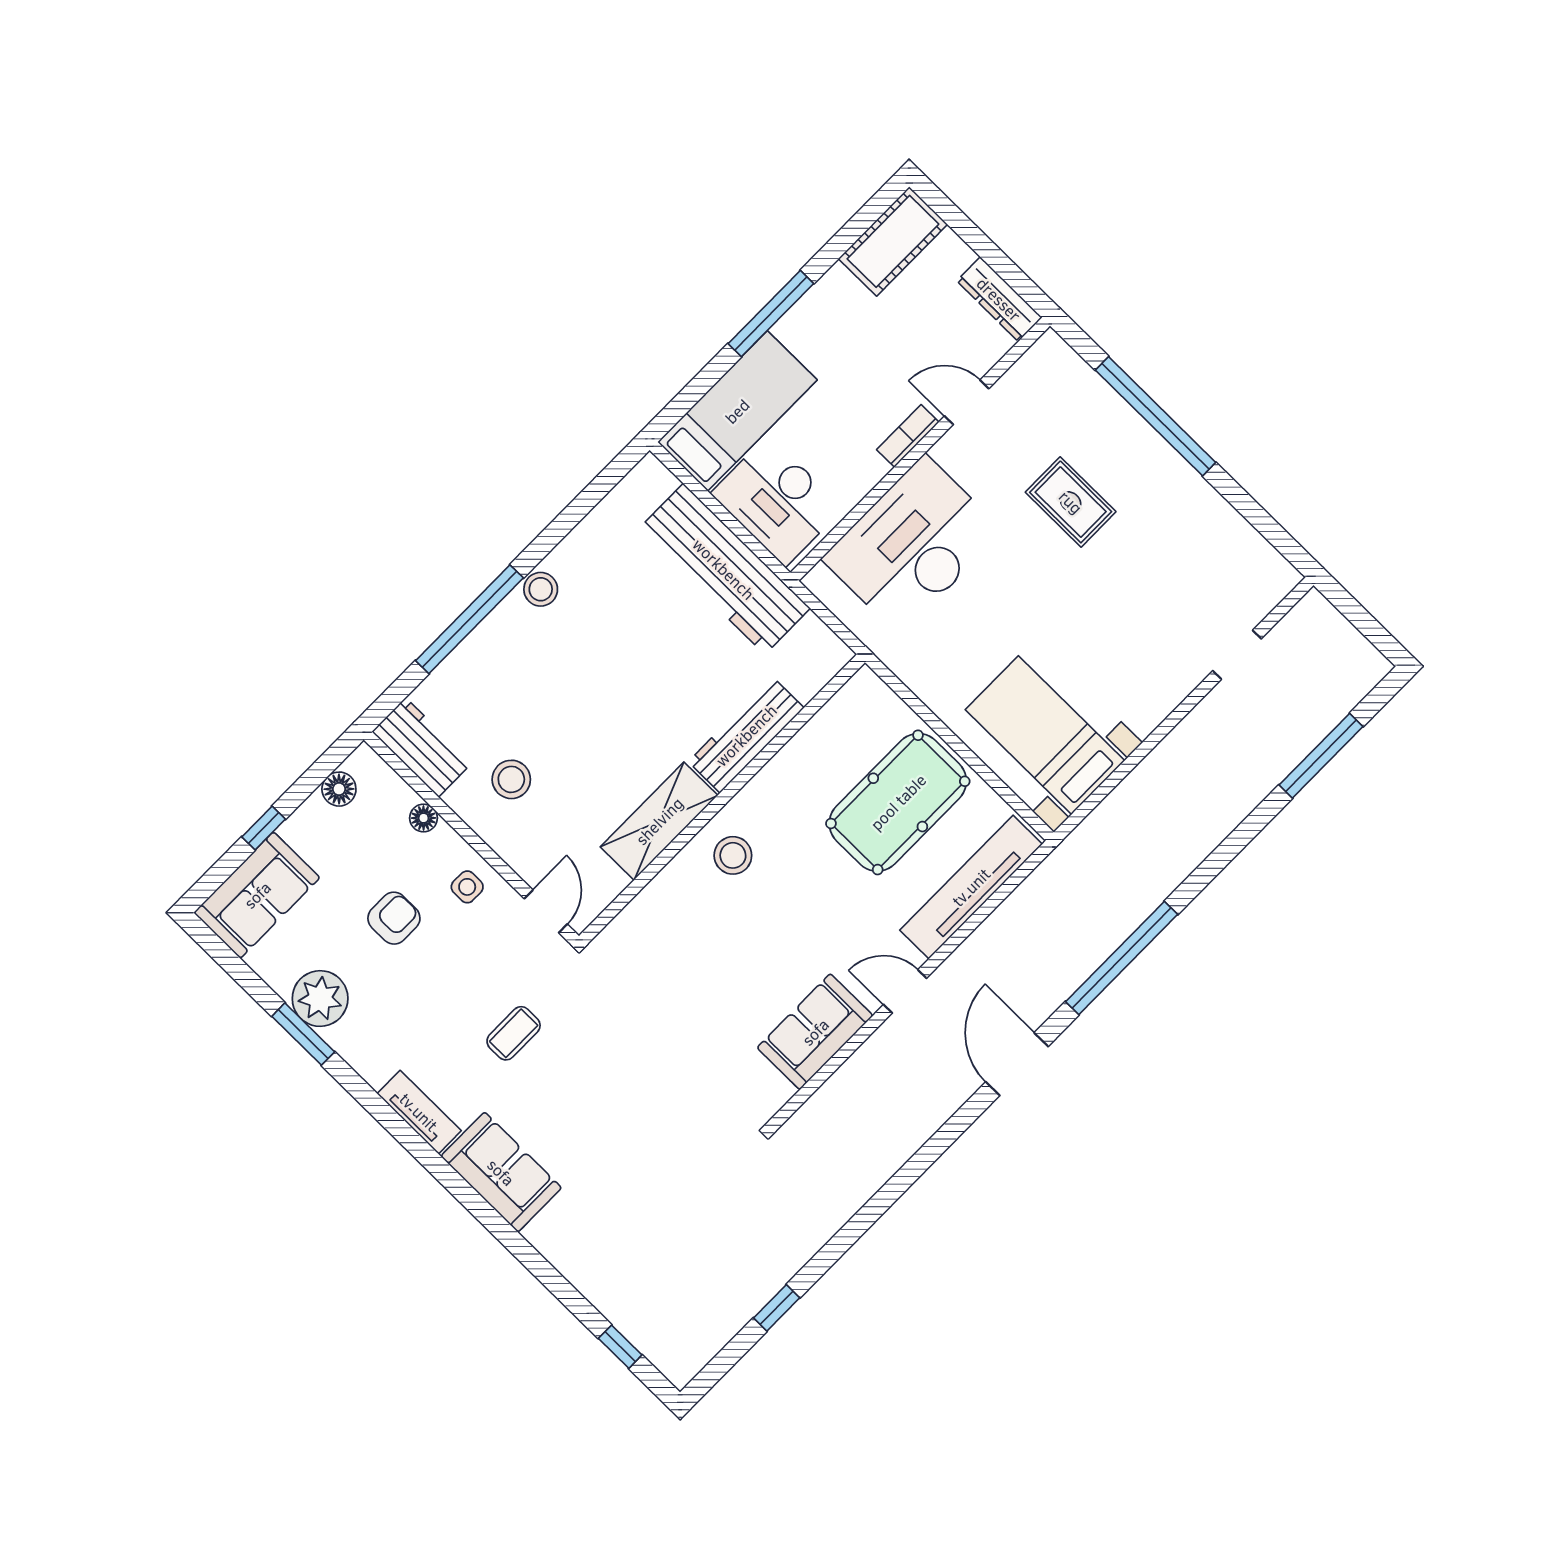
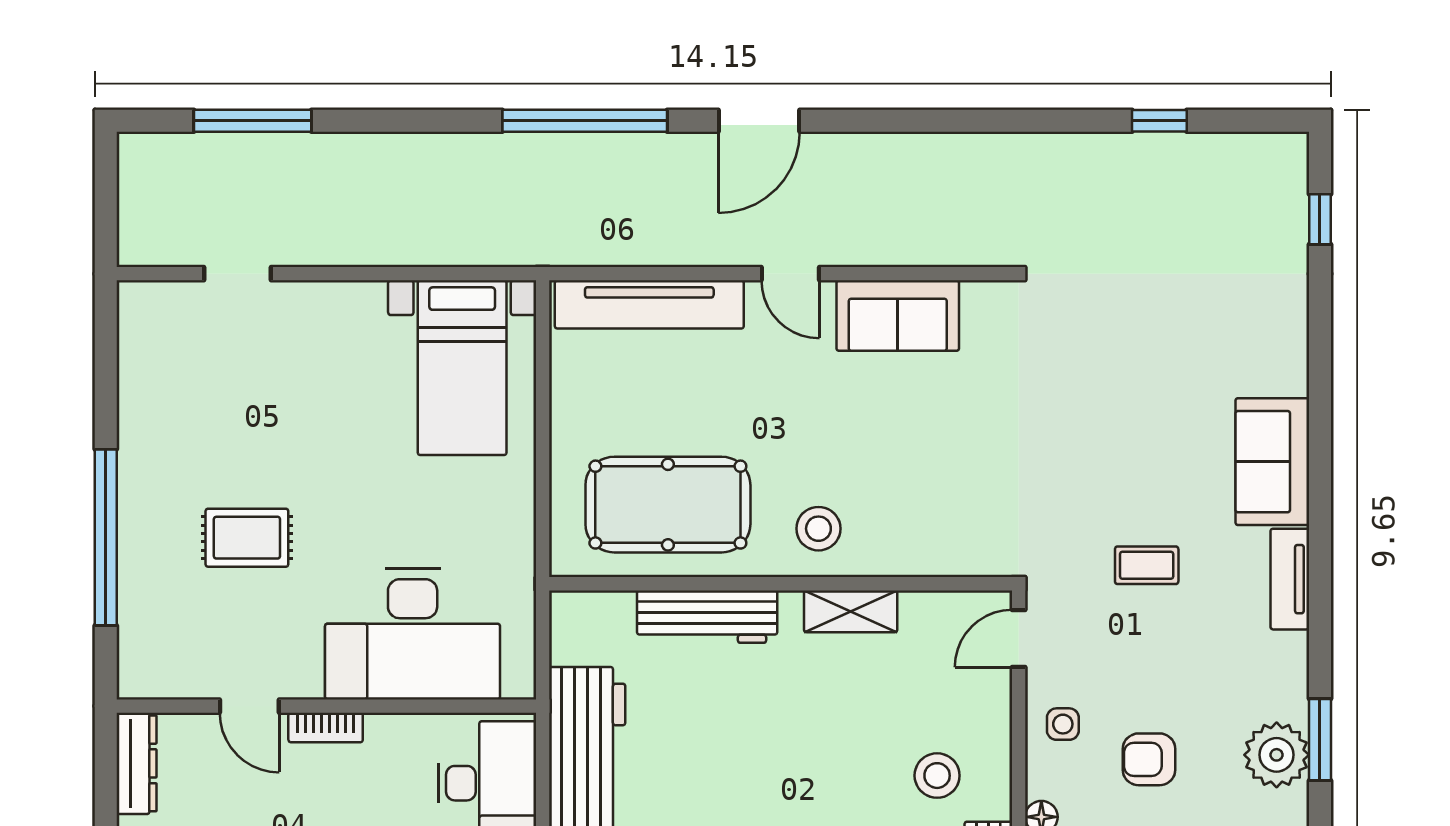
rug: (1071, 502) -> (247, 538), turned 90
pool table: (898, 802) -> (668, 505), moved
shelving: (659, 821) -> (851, 611), width x0.67, depth x0.75

